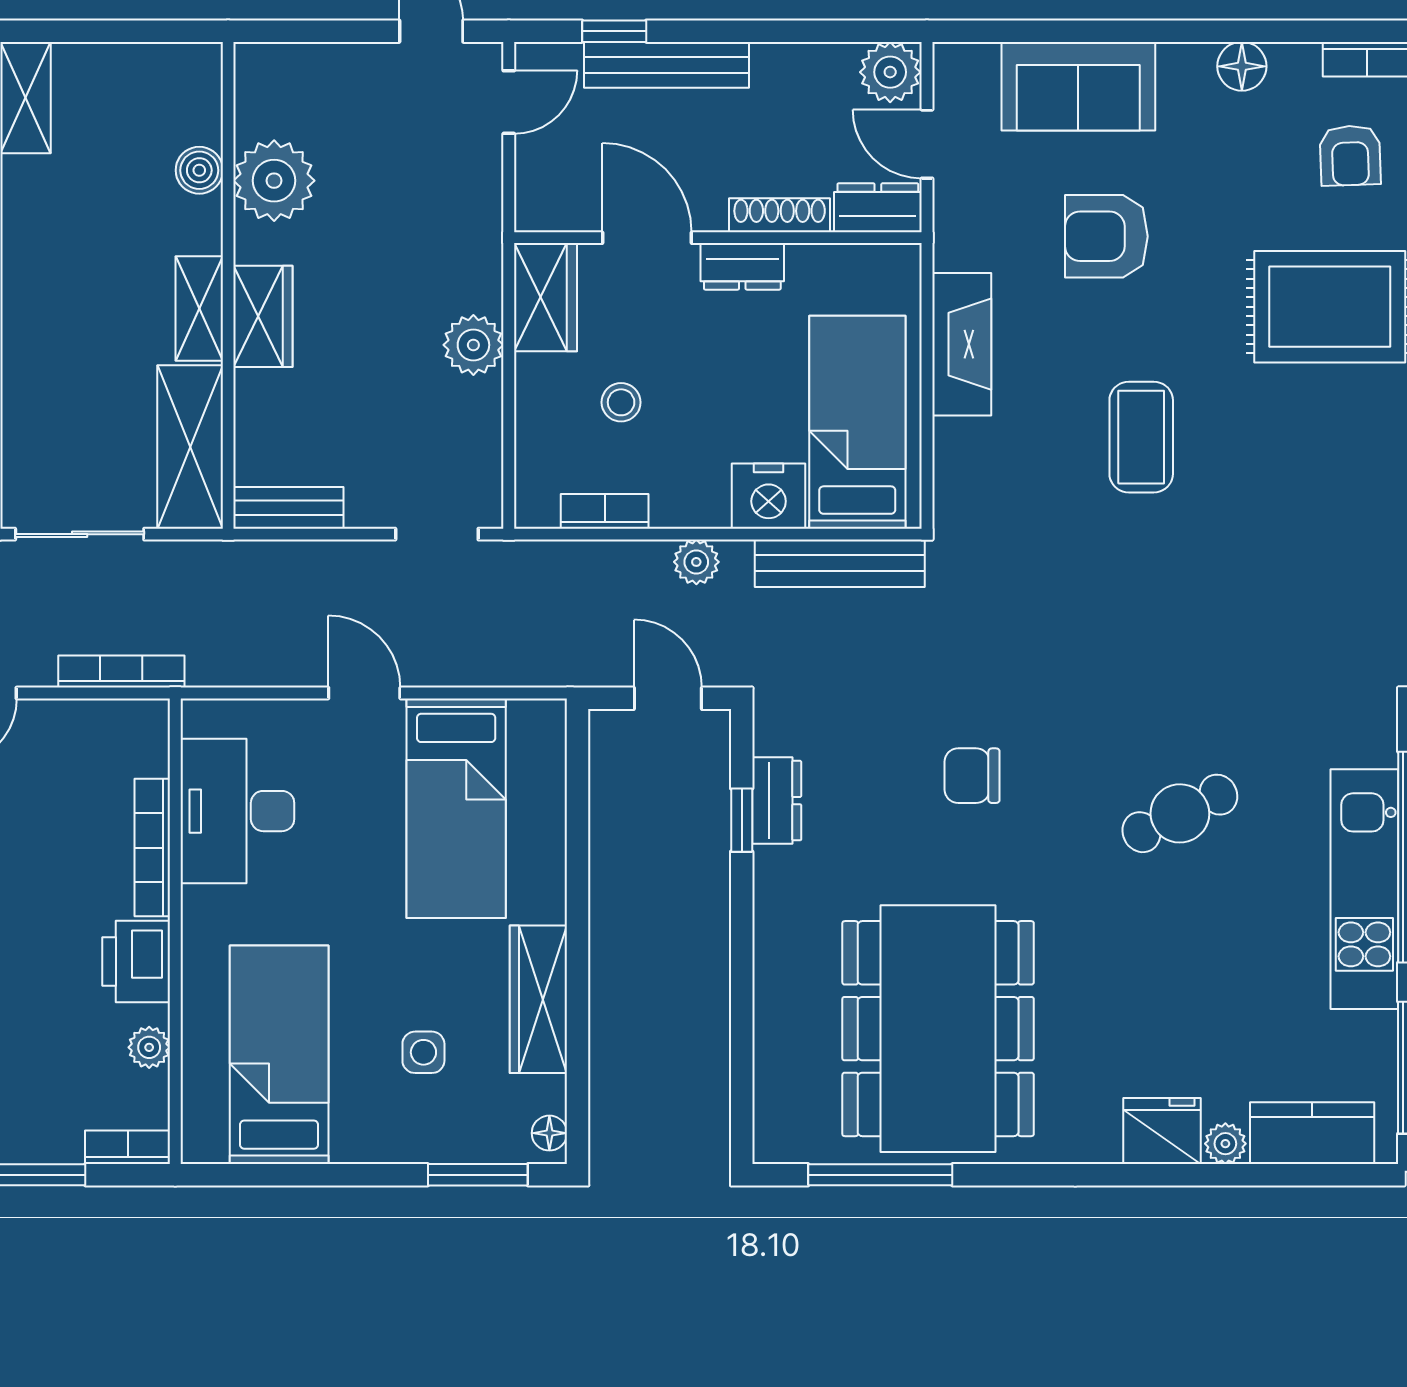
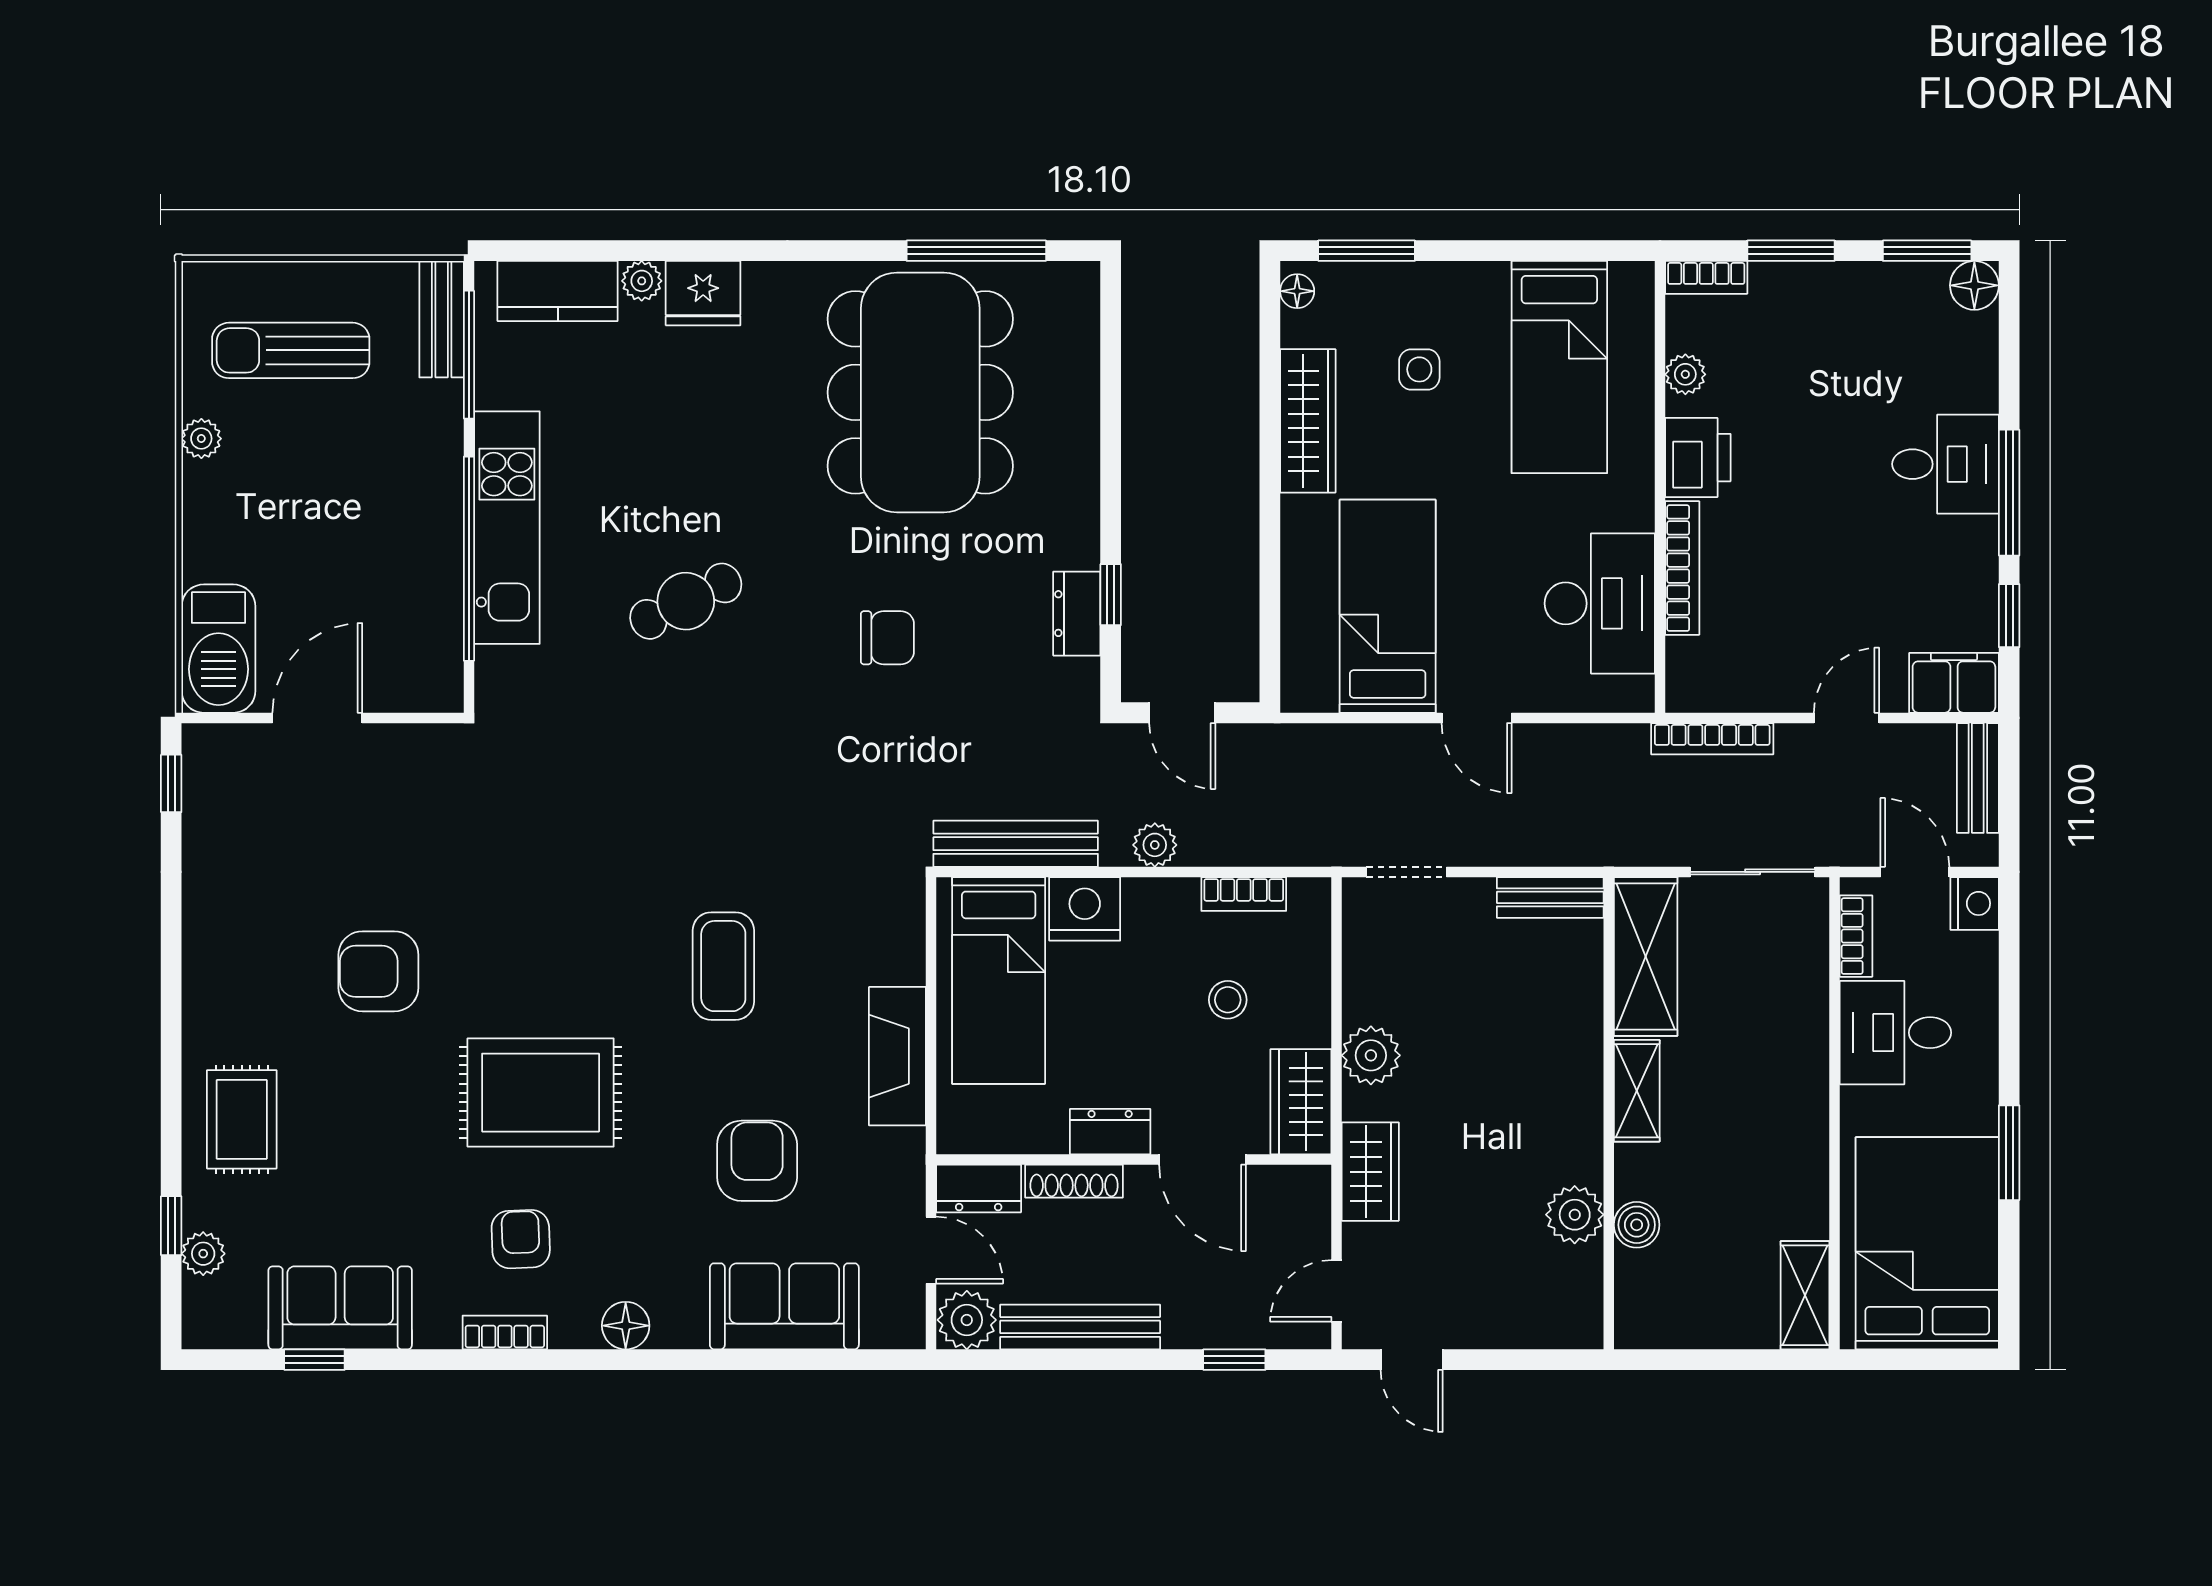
bench: (667, 65) -> (1080, 1327), moved
plant: (274, 181) -> (1575, 1215), width x0.73, depth x0.73
armchair: (1106, 236) -> (757, 1161), turned -90
wardrobe: (263, 316) -> (1370, 1172), moved, turned 180

